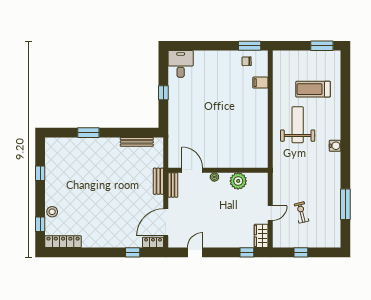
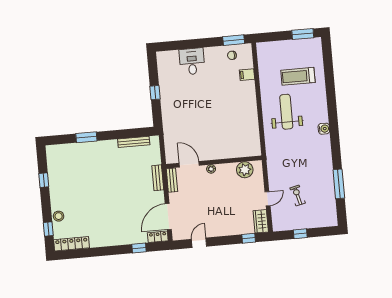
desk: (181, 64) -> (192, 61), moved
plant: (238, 181) -> (245, 170), moved

